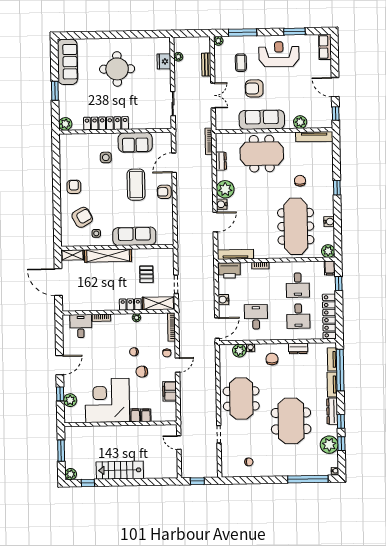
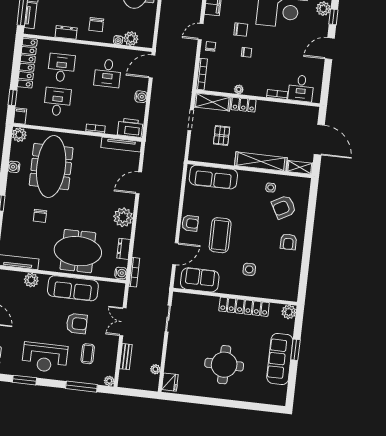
fridge: (164, 61) -> (170, 382), moved
sofa: (67, 62) -> (280, 359), moved
sofa: (135, 142) -> (200, 280), moved
water cooler: (222, 204) -> (121, 273), moved
sofa: (134, 236) -> (213, 177), moved

